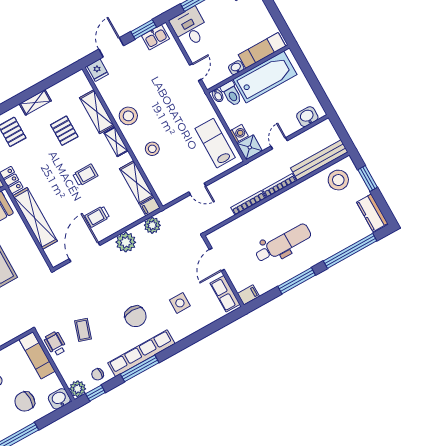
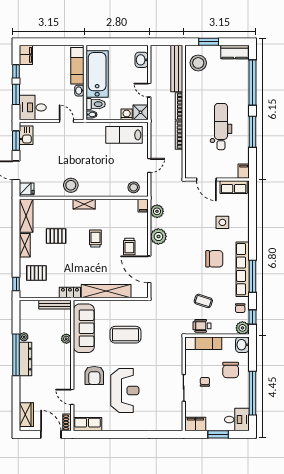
shelving: (97, 112) -> (26, 216), moved, turned 90
stool: (152, 149) -> (134, 187), moved
shelving: (137, 183) -> (121, 206), removed

